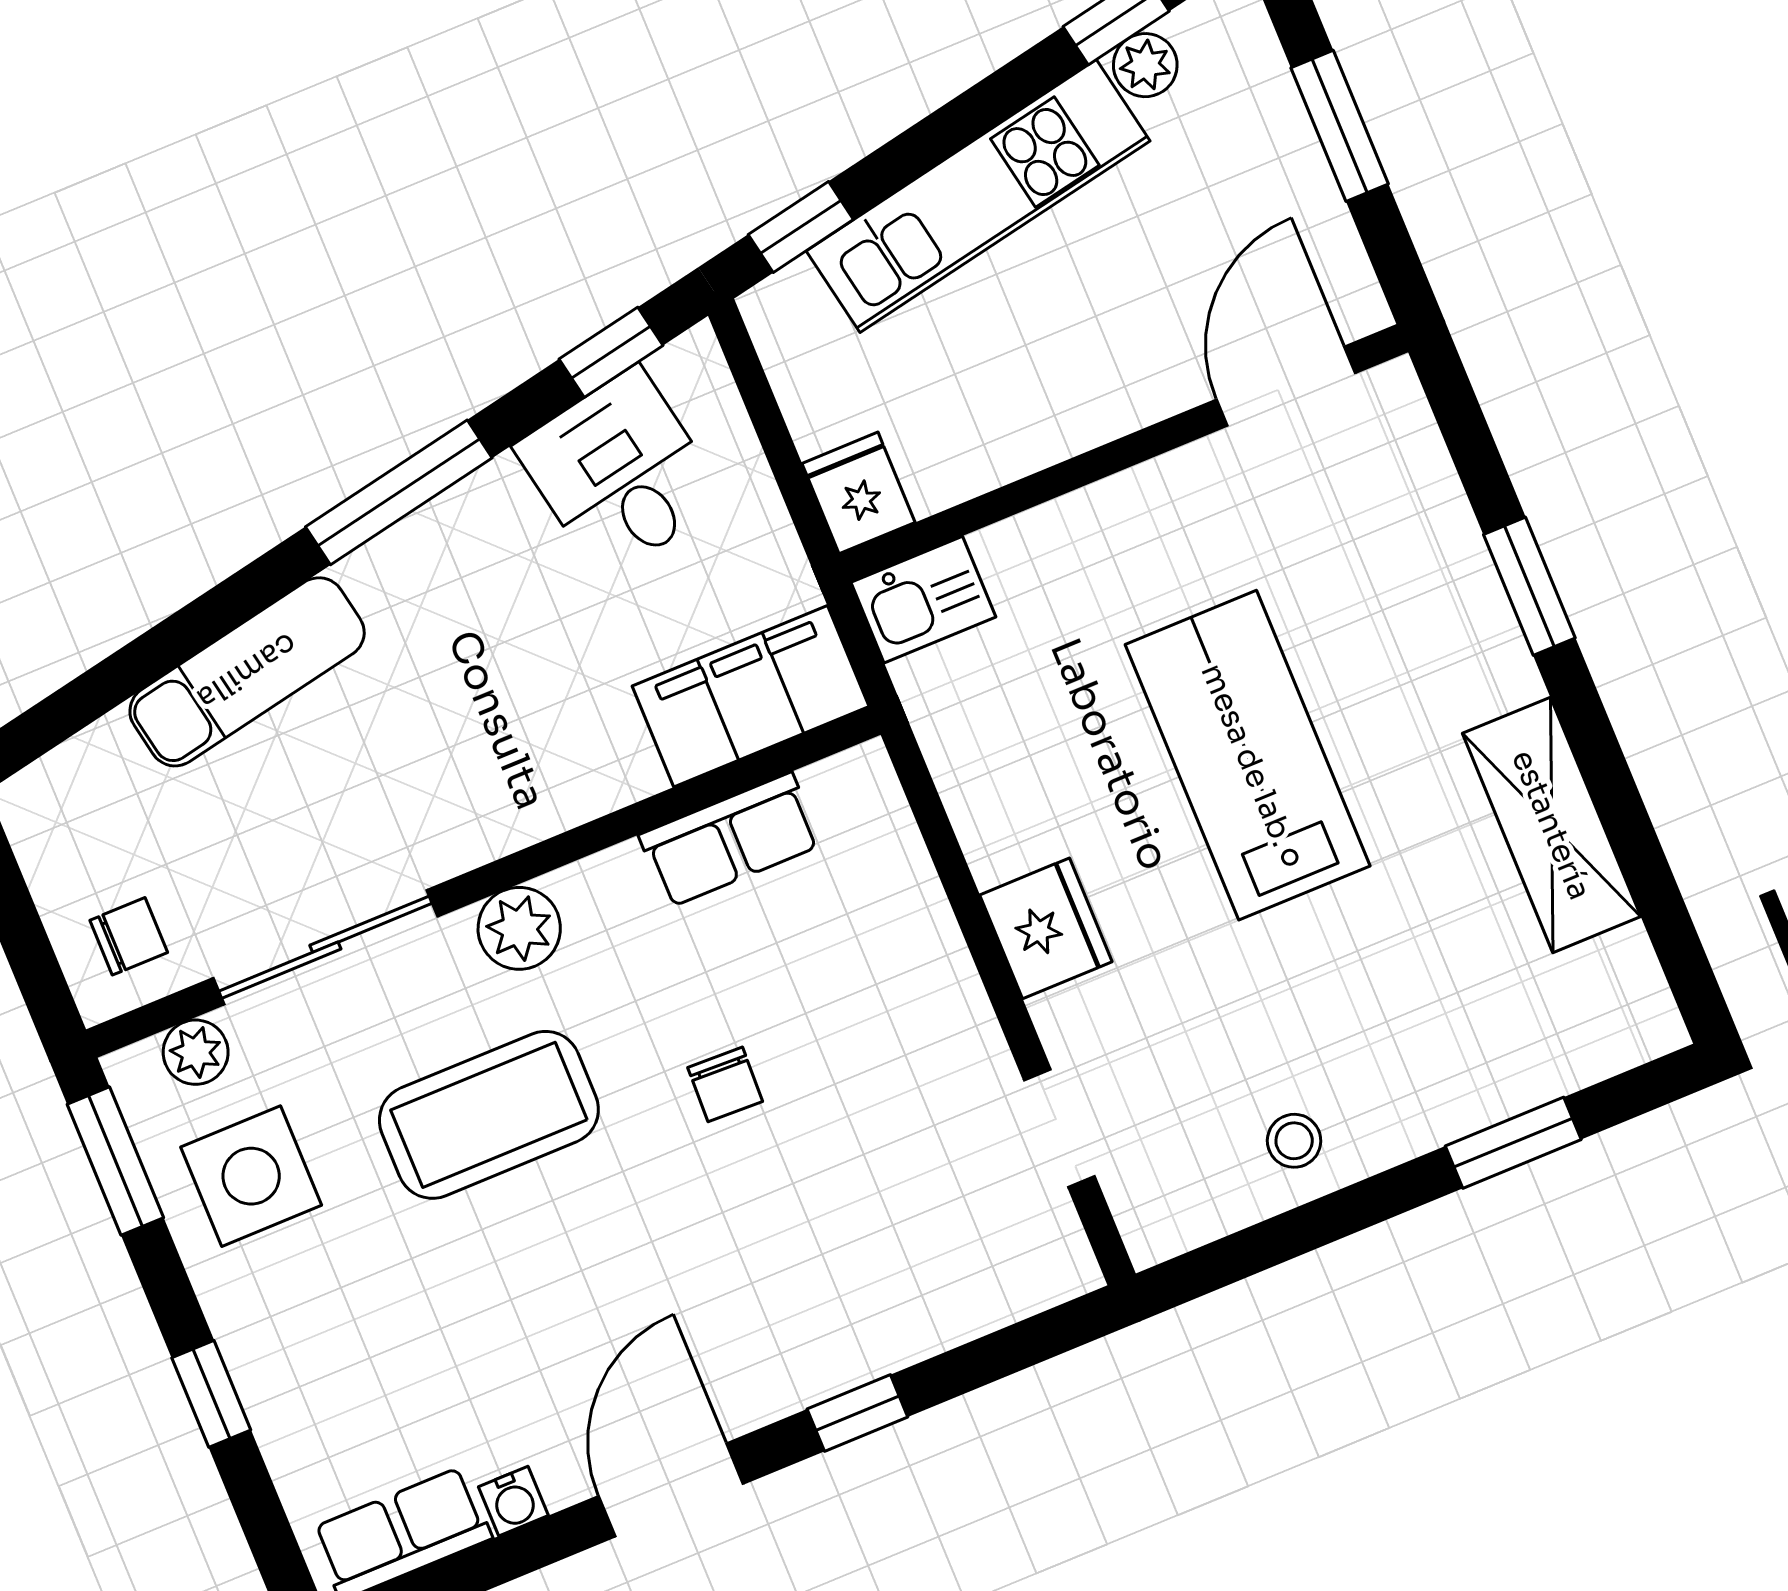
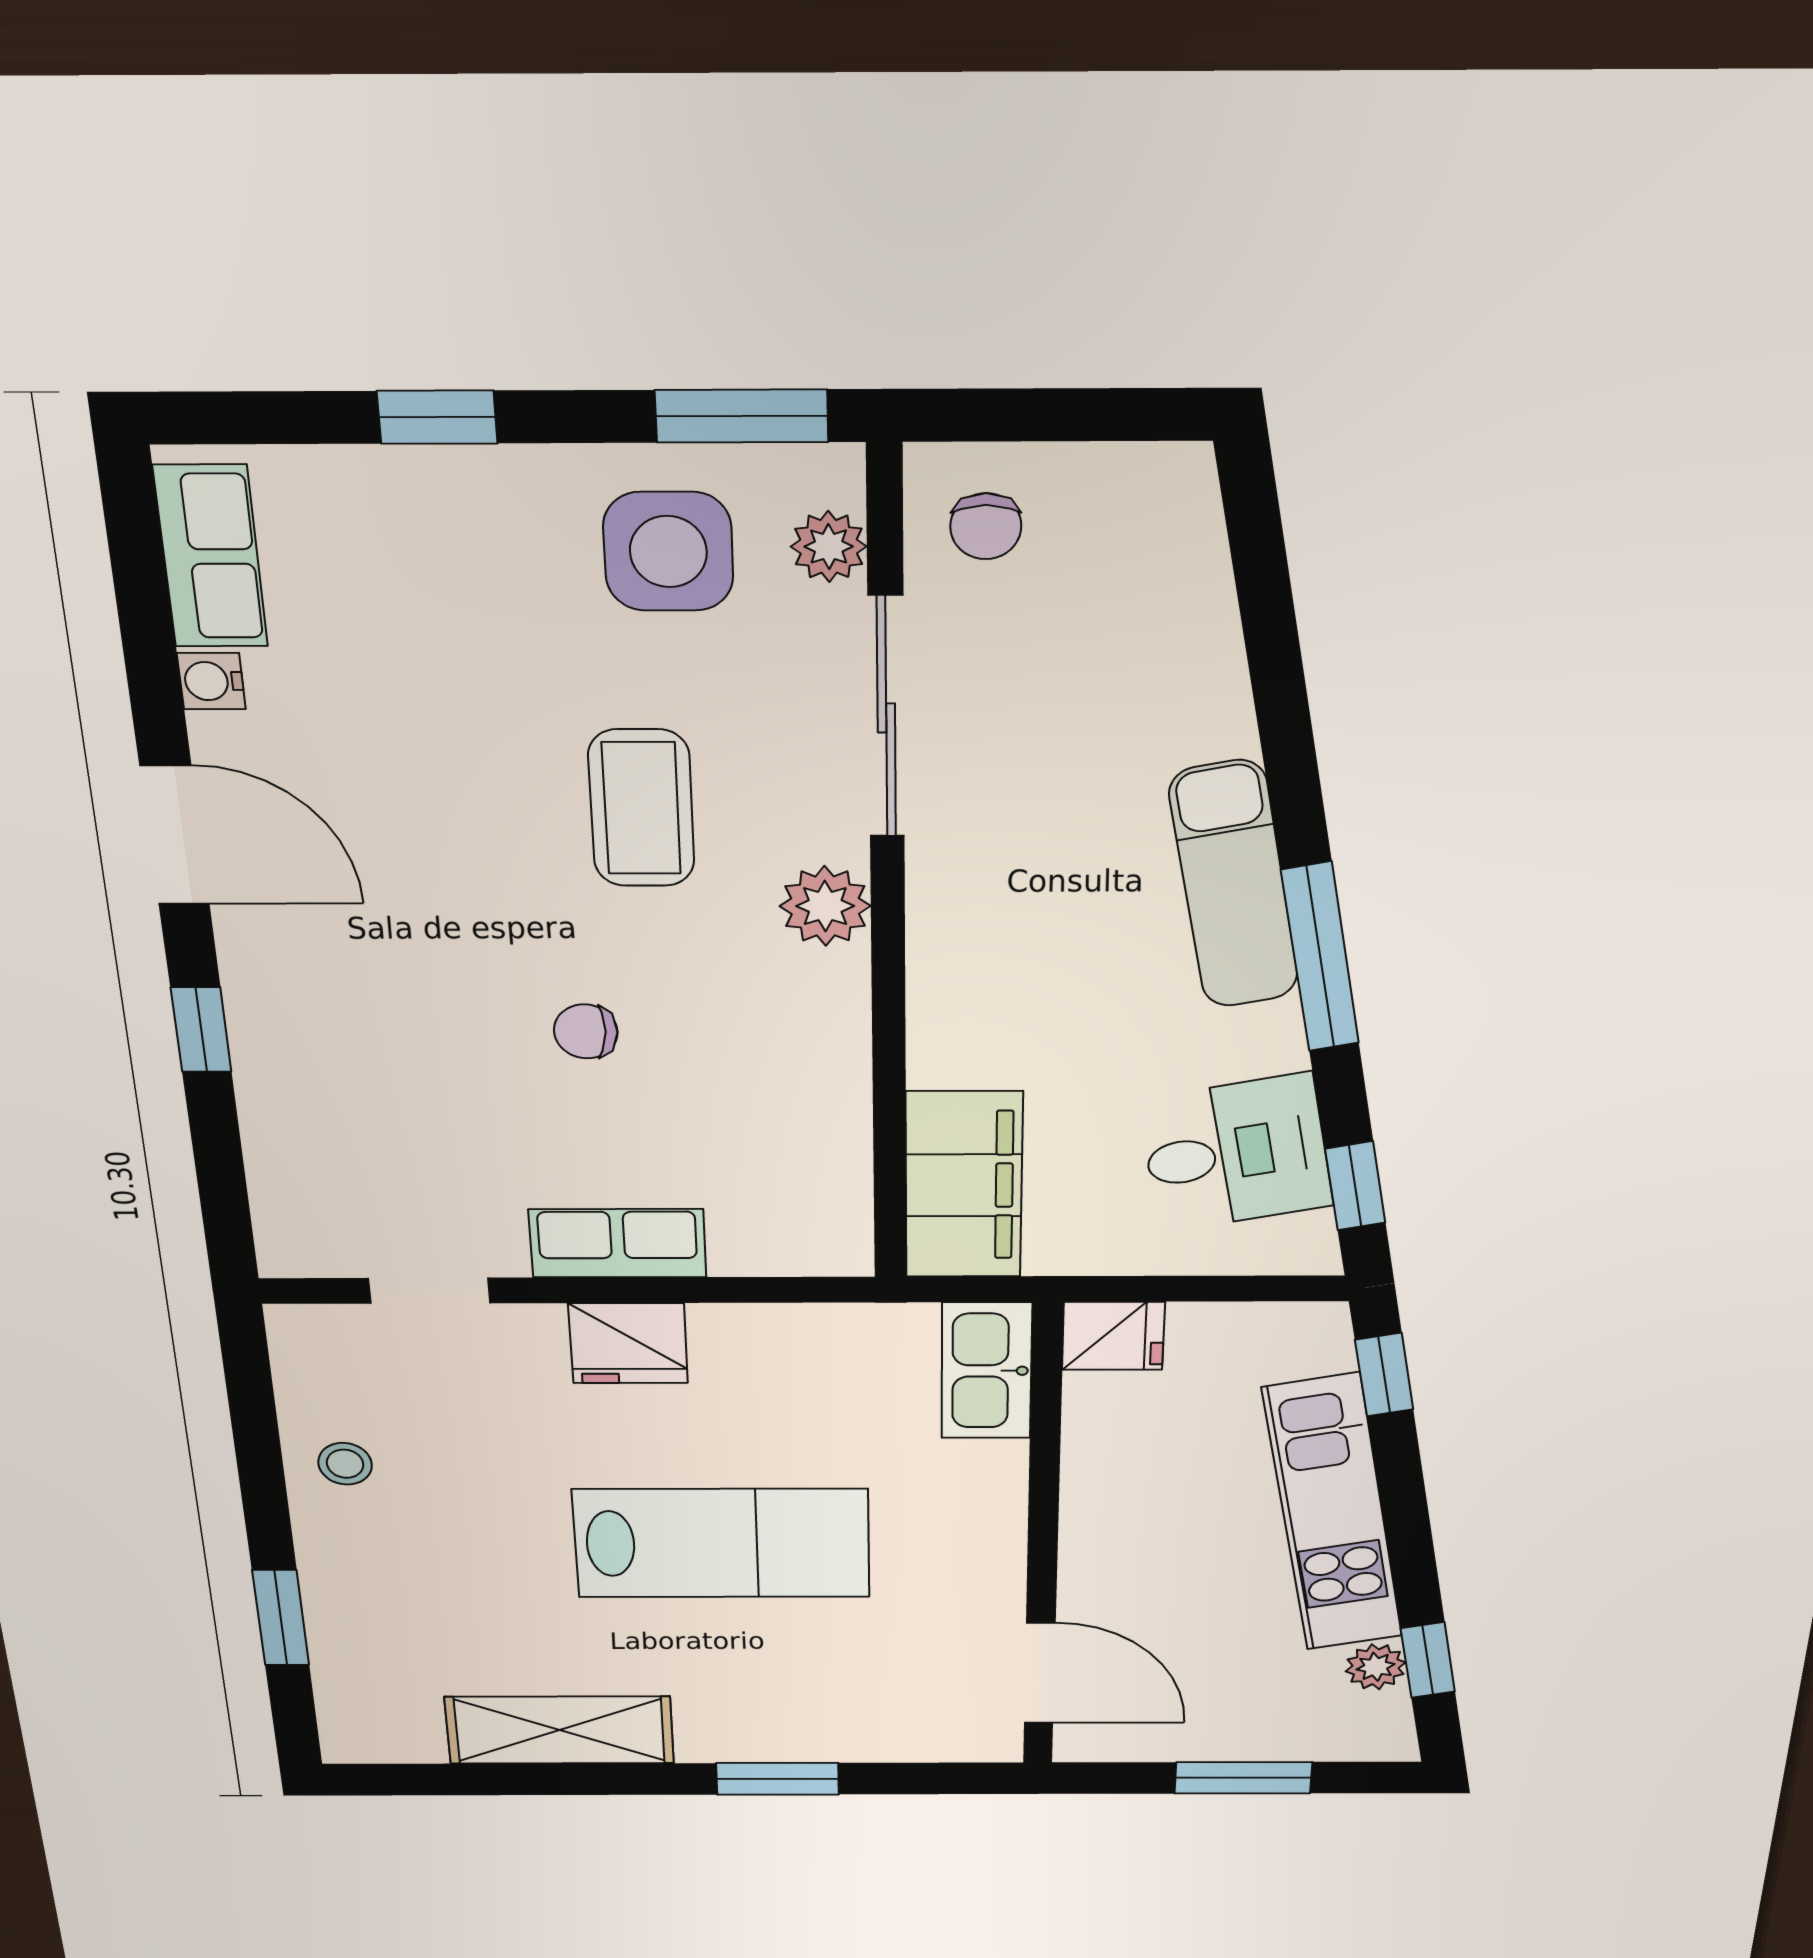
kitchen sink: (923, 600) -> (987, 1371), width x1.38
exam couch: (247, 672) -> (1234, 885), moved
row of seats: (730, 840) -> (618, 1243), moved, turned 90
coffee table: (489, 1115) -> (641, 808), width x0.73, depth x0.76

